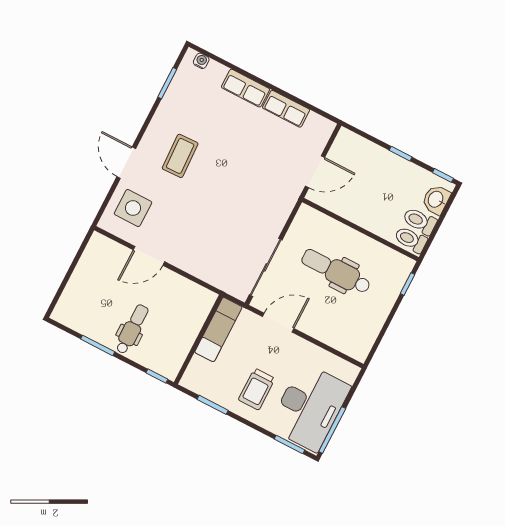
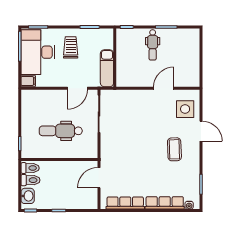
row of seats: (245, 88) -> (165, 203), width x1.48
row of seats: (286, 109) -> (125, 203), width x1.48
dental chair: (336, 271) -> (61, 131), turned 180
filing cabinet: (346, 371) -> (28, 81), added

